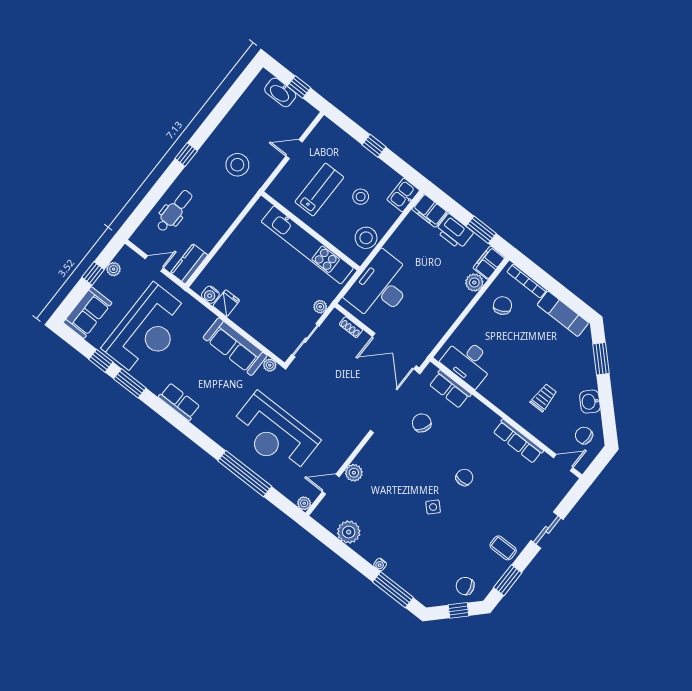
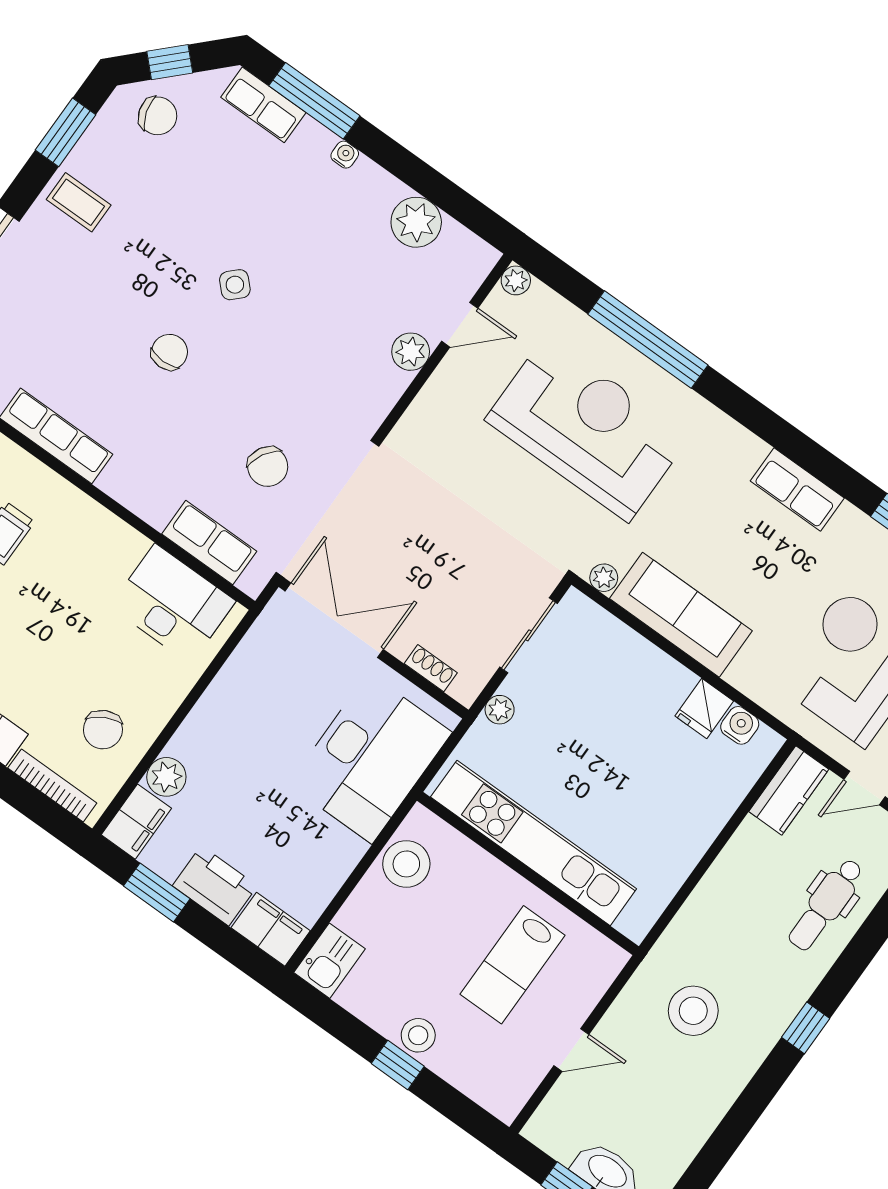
stool: (361, 197) -> (418, 1035), moved
chair: (464, 477) -> (170, 352), turned 180
row of seats: (416, 589) -> (263, 105), added

